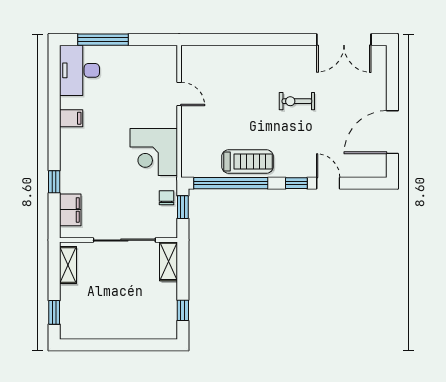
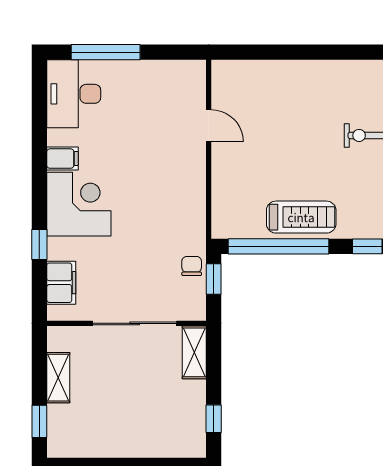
corner desk: (154, 152) -> (79, 204), moved, turned 180
shelving: (68, 265) -> (58, 378), moved

